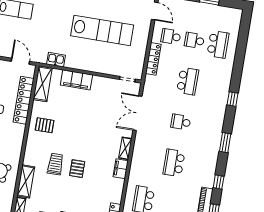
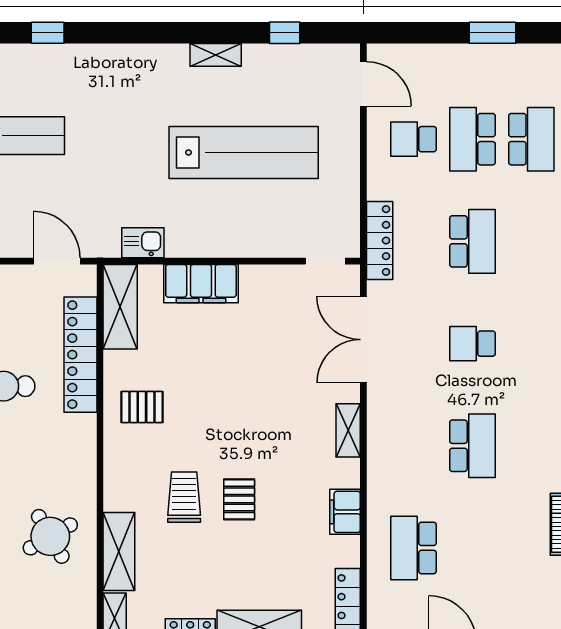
school desk: (194, 40) -> (472, 139), width x1.85
locker: (153, 59) -> (380, 241), moved
school desk: (174, 163) -> (472, 446), turned 180
filing cabinet: (121, 169) -> (345, 512), moved

